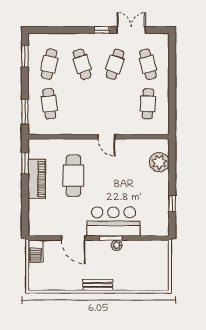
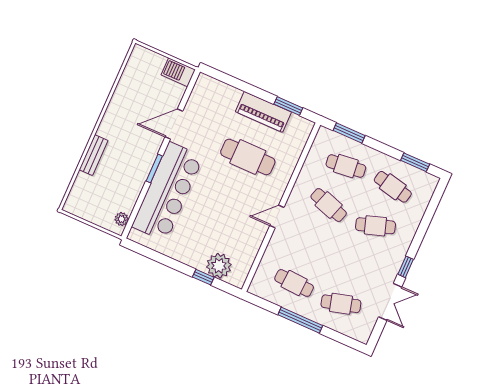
cafe table: (115, 64) -> (329, 205), moved
window: (172, 88) -> (300, 320), added
window: (172, 204) -> (203, 277), moved
bar counter: (113, 221) -> (168, 192), width x1.36
plant: (117, 245) -> (122, 219), moved
bench: (98, 285) -> (94, 155), moved

